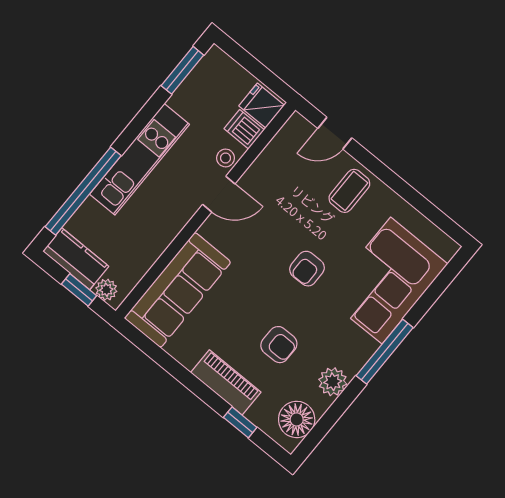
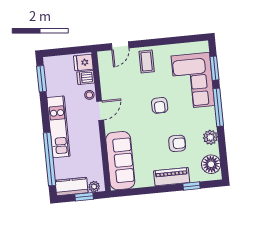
window: (433, 293) -> (214, 68), added

